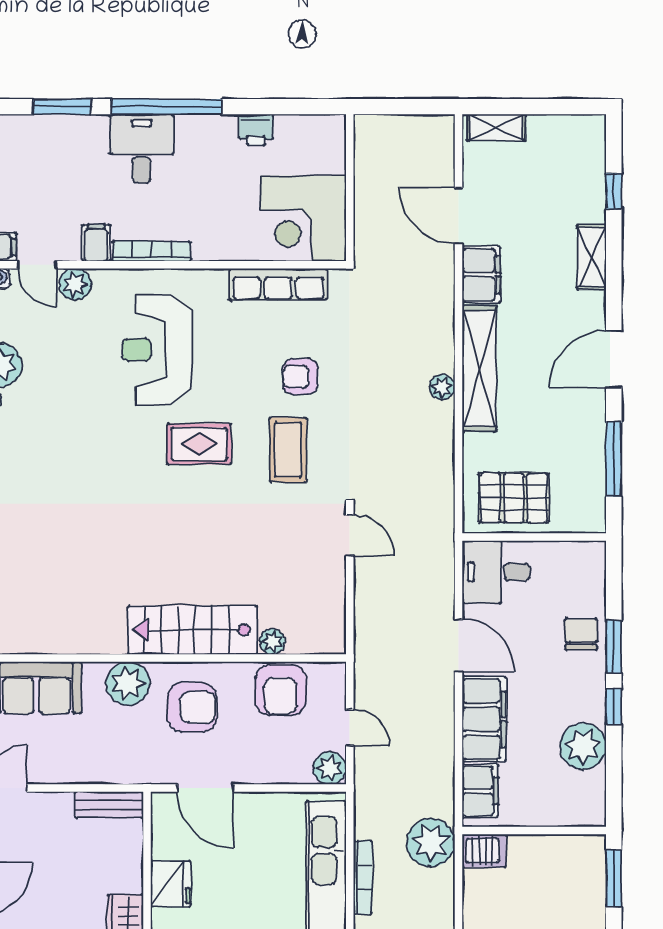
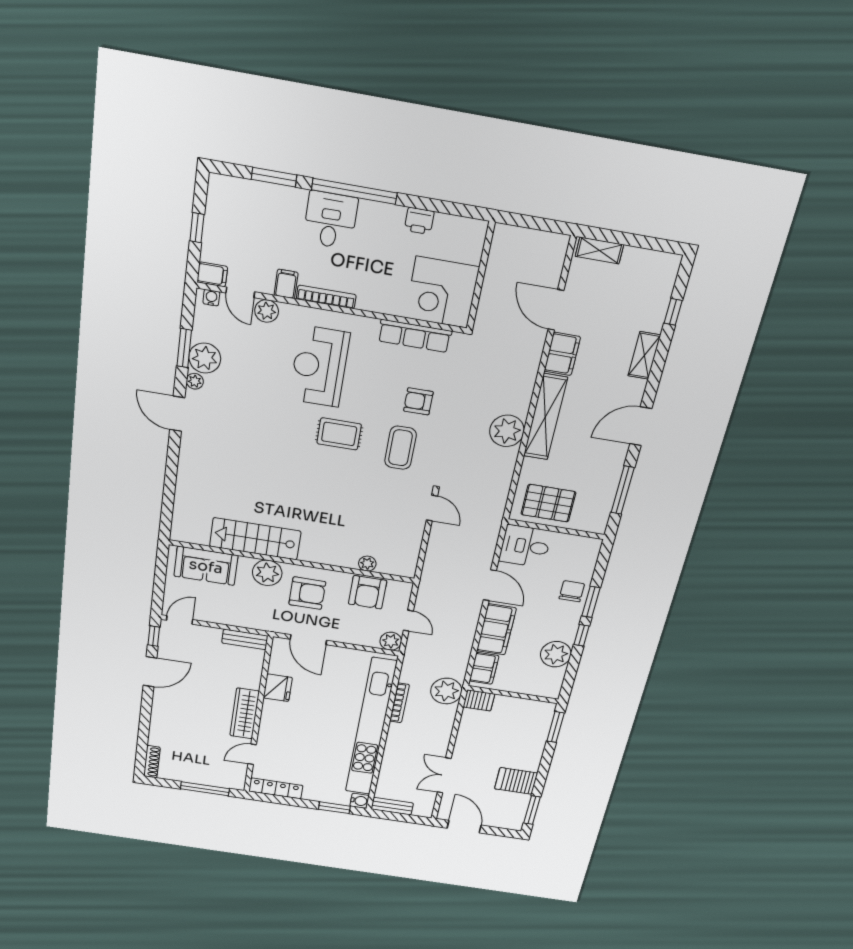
plant: (442, 387) -> (507, 431), width x1.87, depth x1.87
stairs: (192, 630) -> (255, 539), moved

